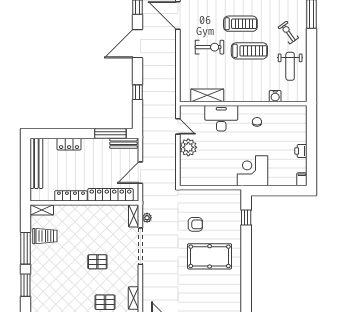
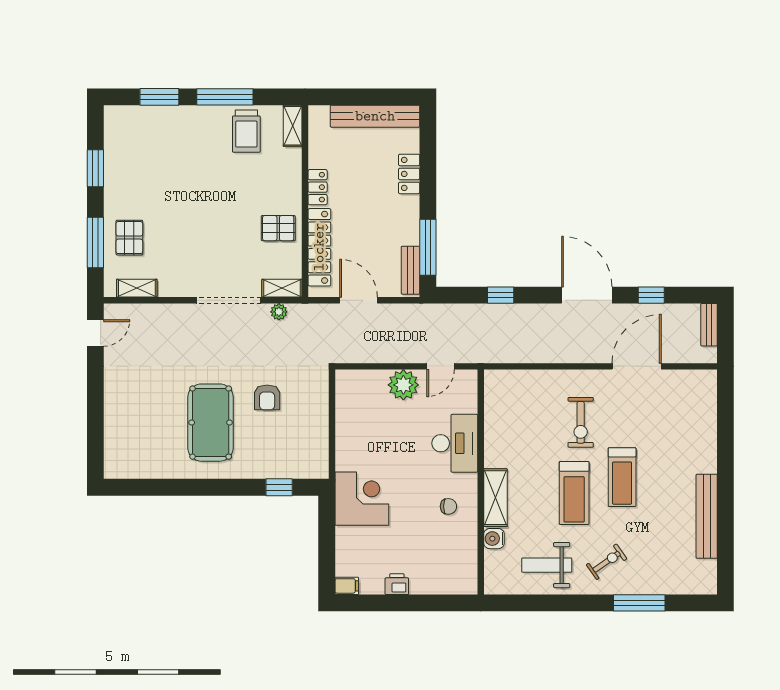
shelving: (207, 95) -> (495, 498), moved
locker: (71, 196) -> (318, 187), width x0.66
pallet: (97, 262) -> (278, 228), moved, turned 90

